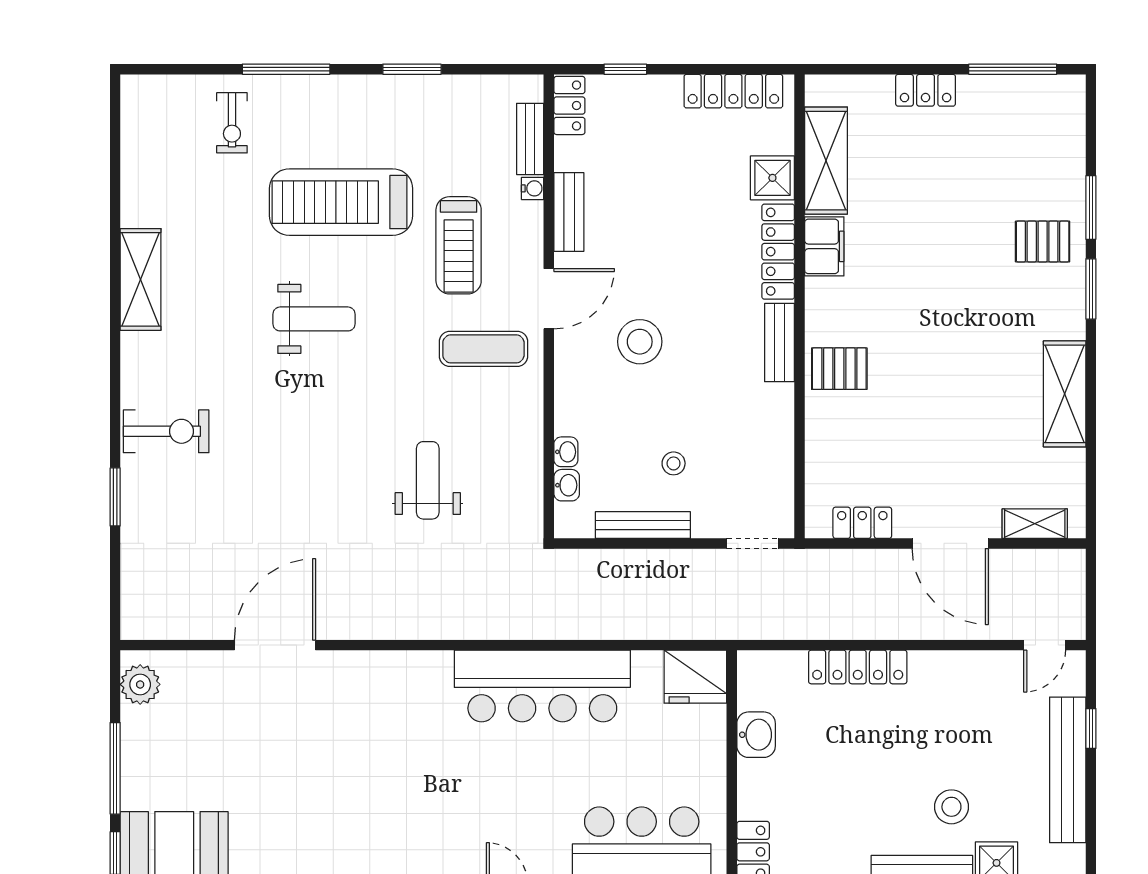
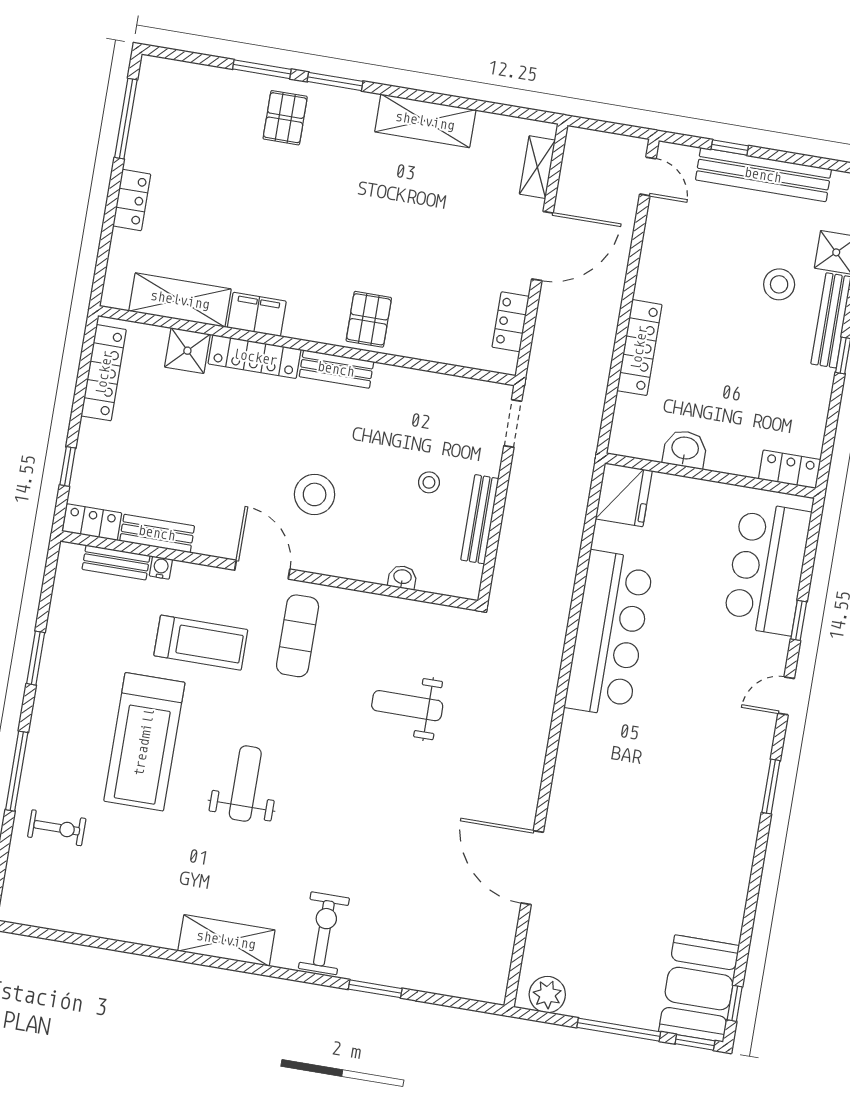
bench: (569, 212) -> (157, 533), moved
shelving: (141, 279) -> (226, 940), moved
washbasin: (567, 485) -> (432, 582), removed

